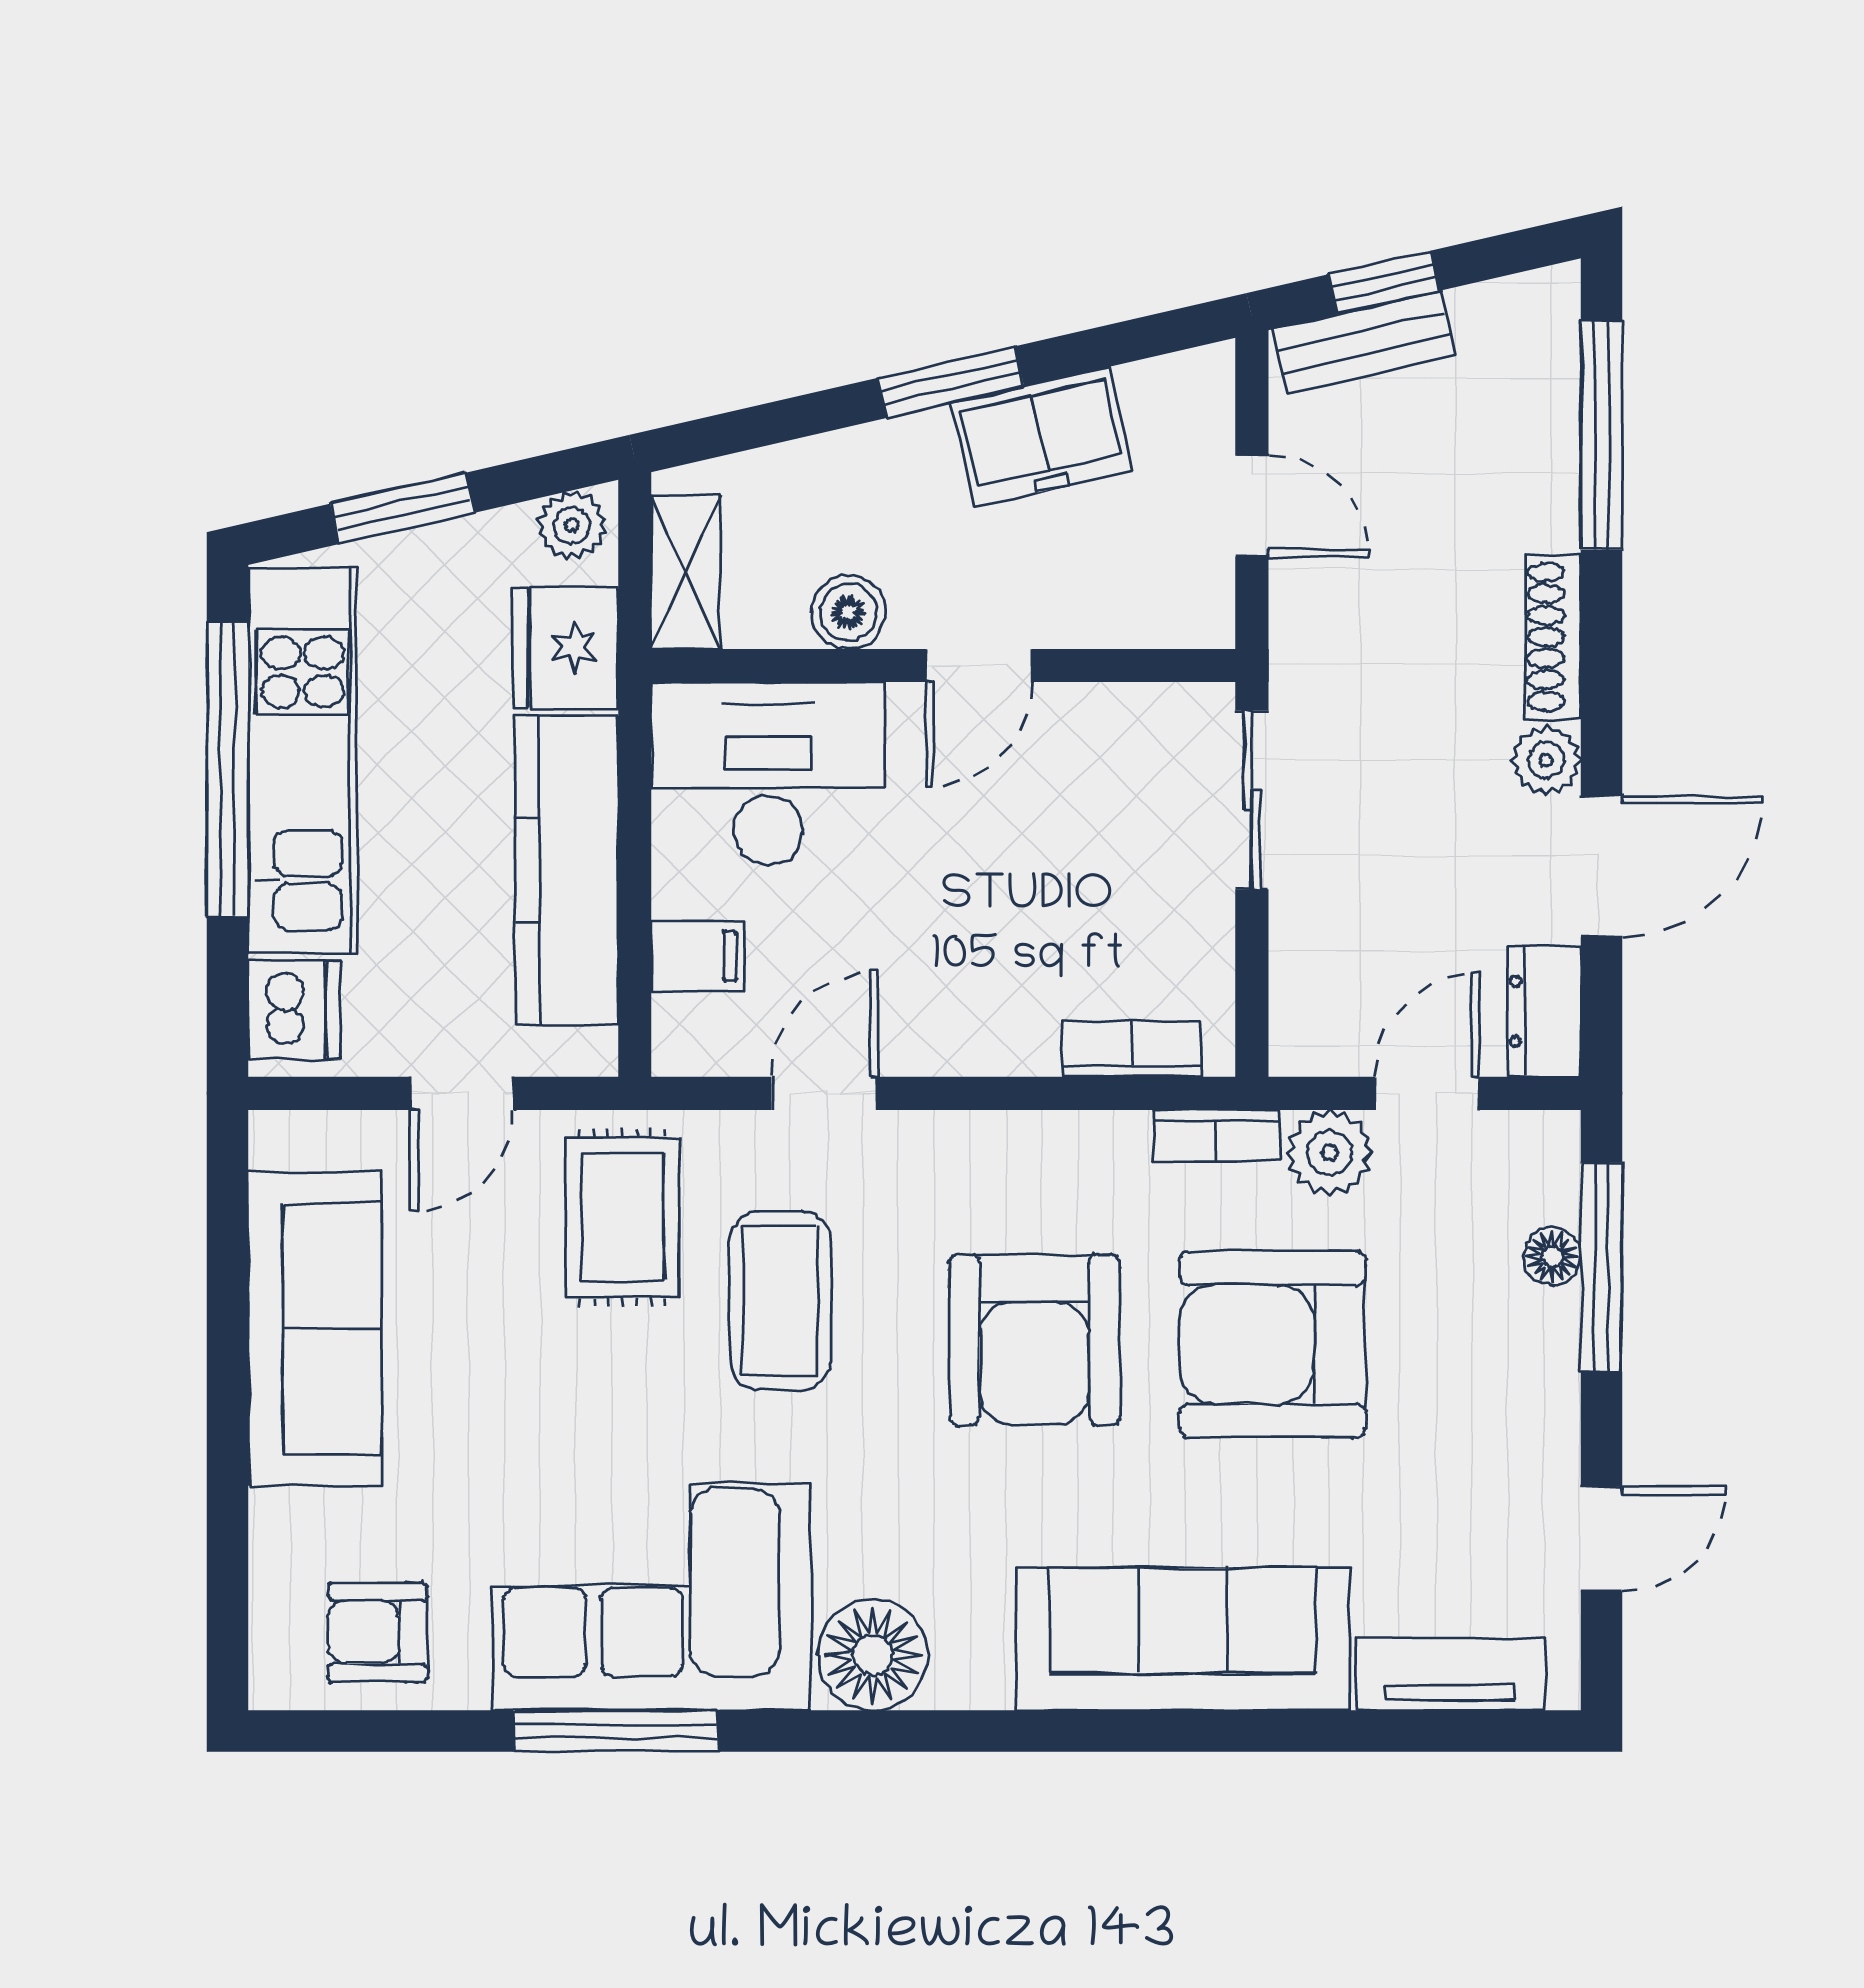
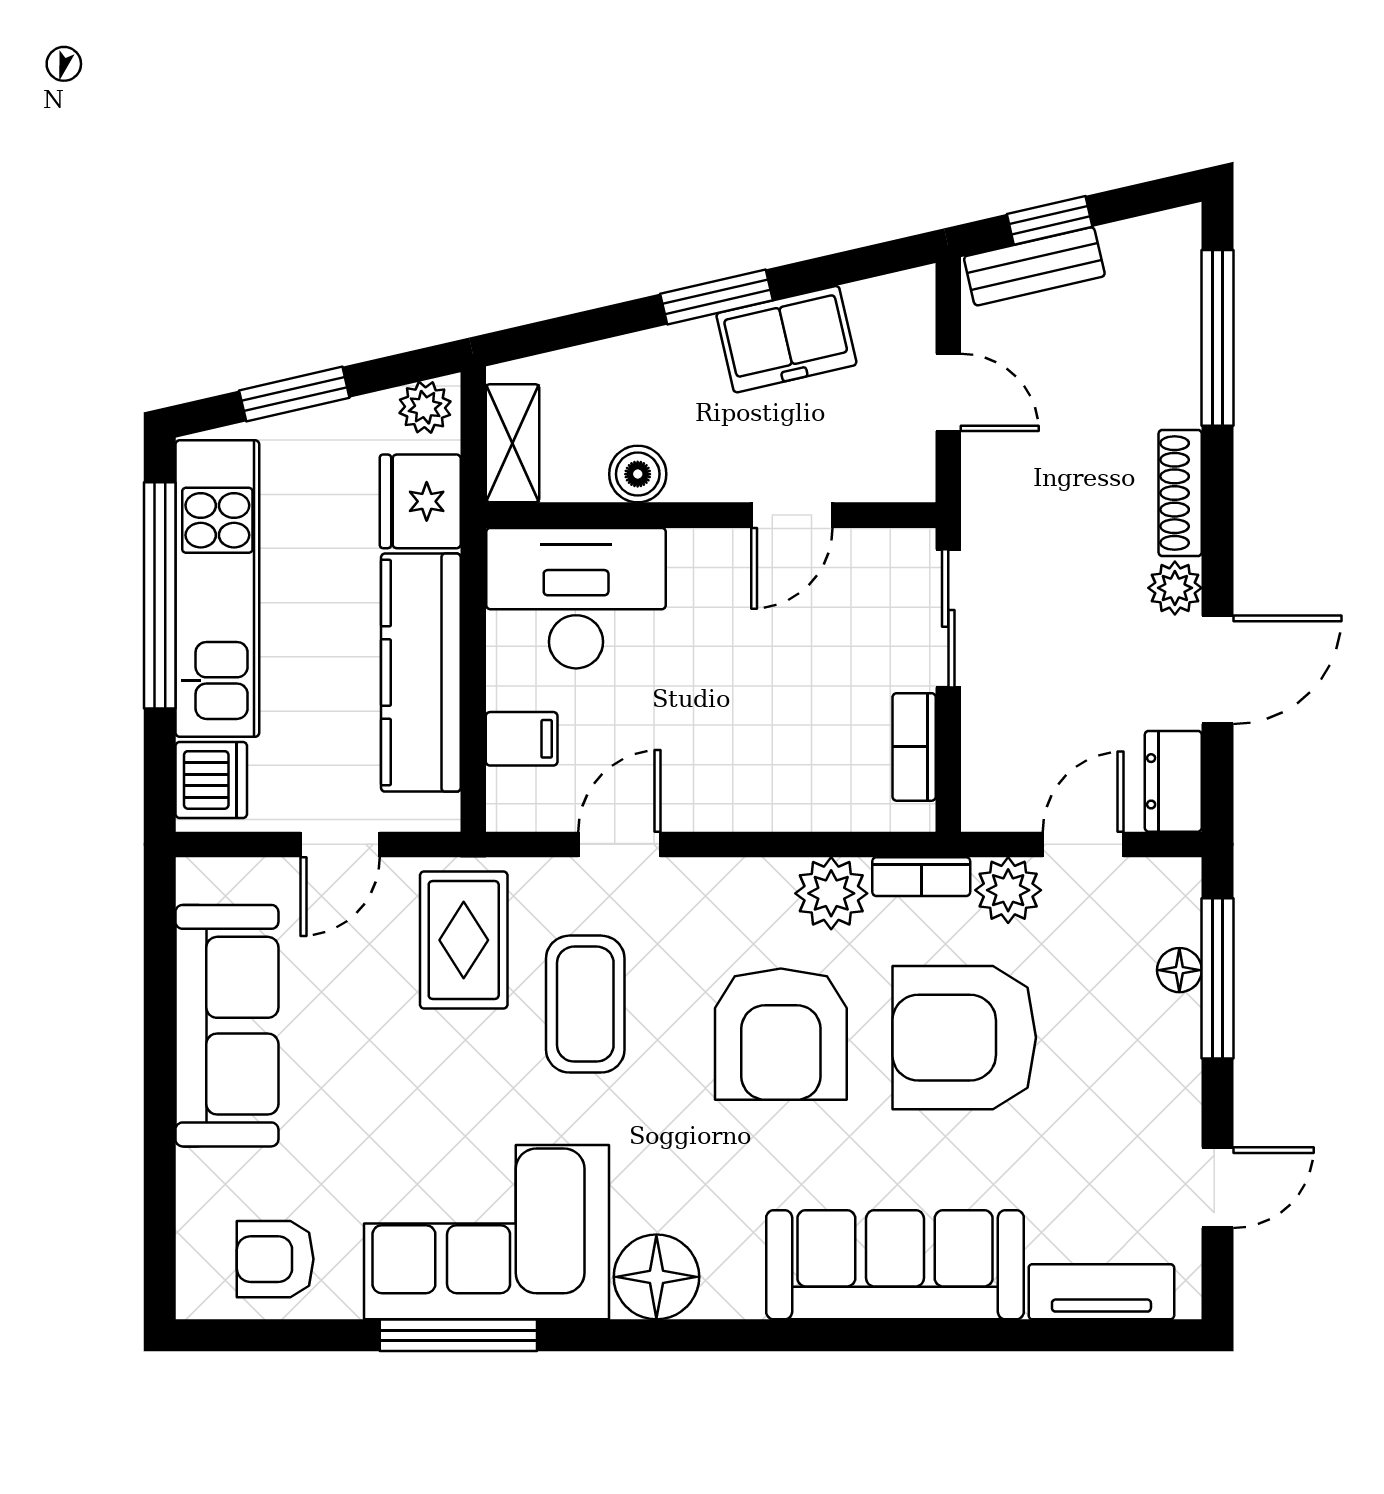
door: (979, 665) -> (792, 515), moved
bookcase: (1132, 1049) -> (914, 747), moved, turned -90
plant: (1100, 1157) -> (831, 893), added

